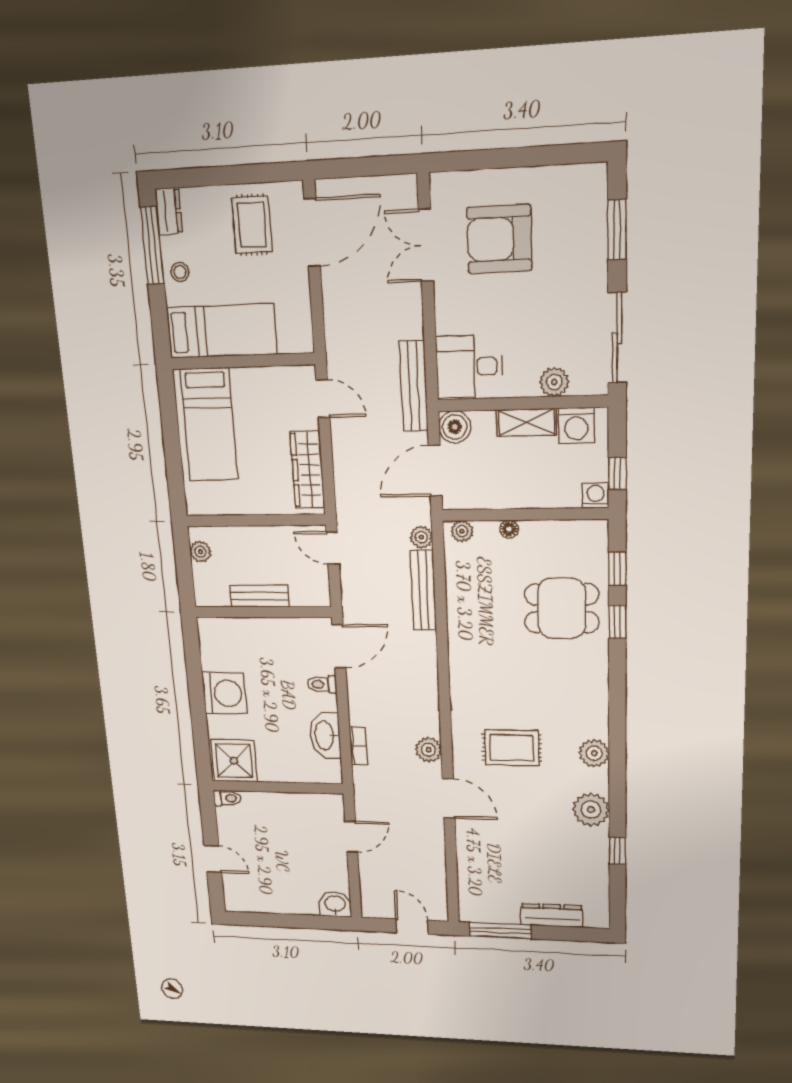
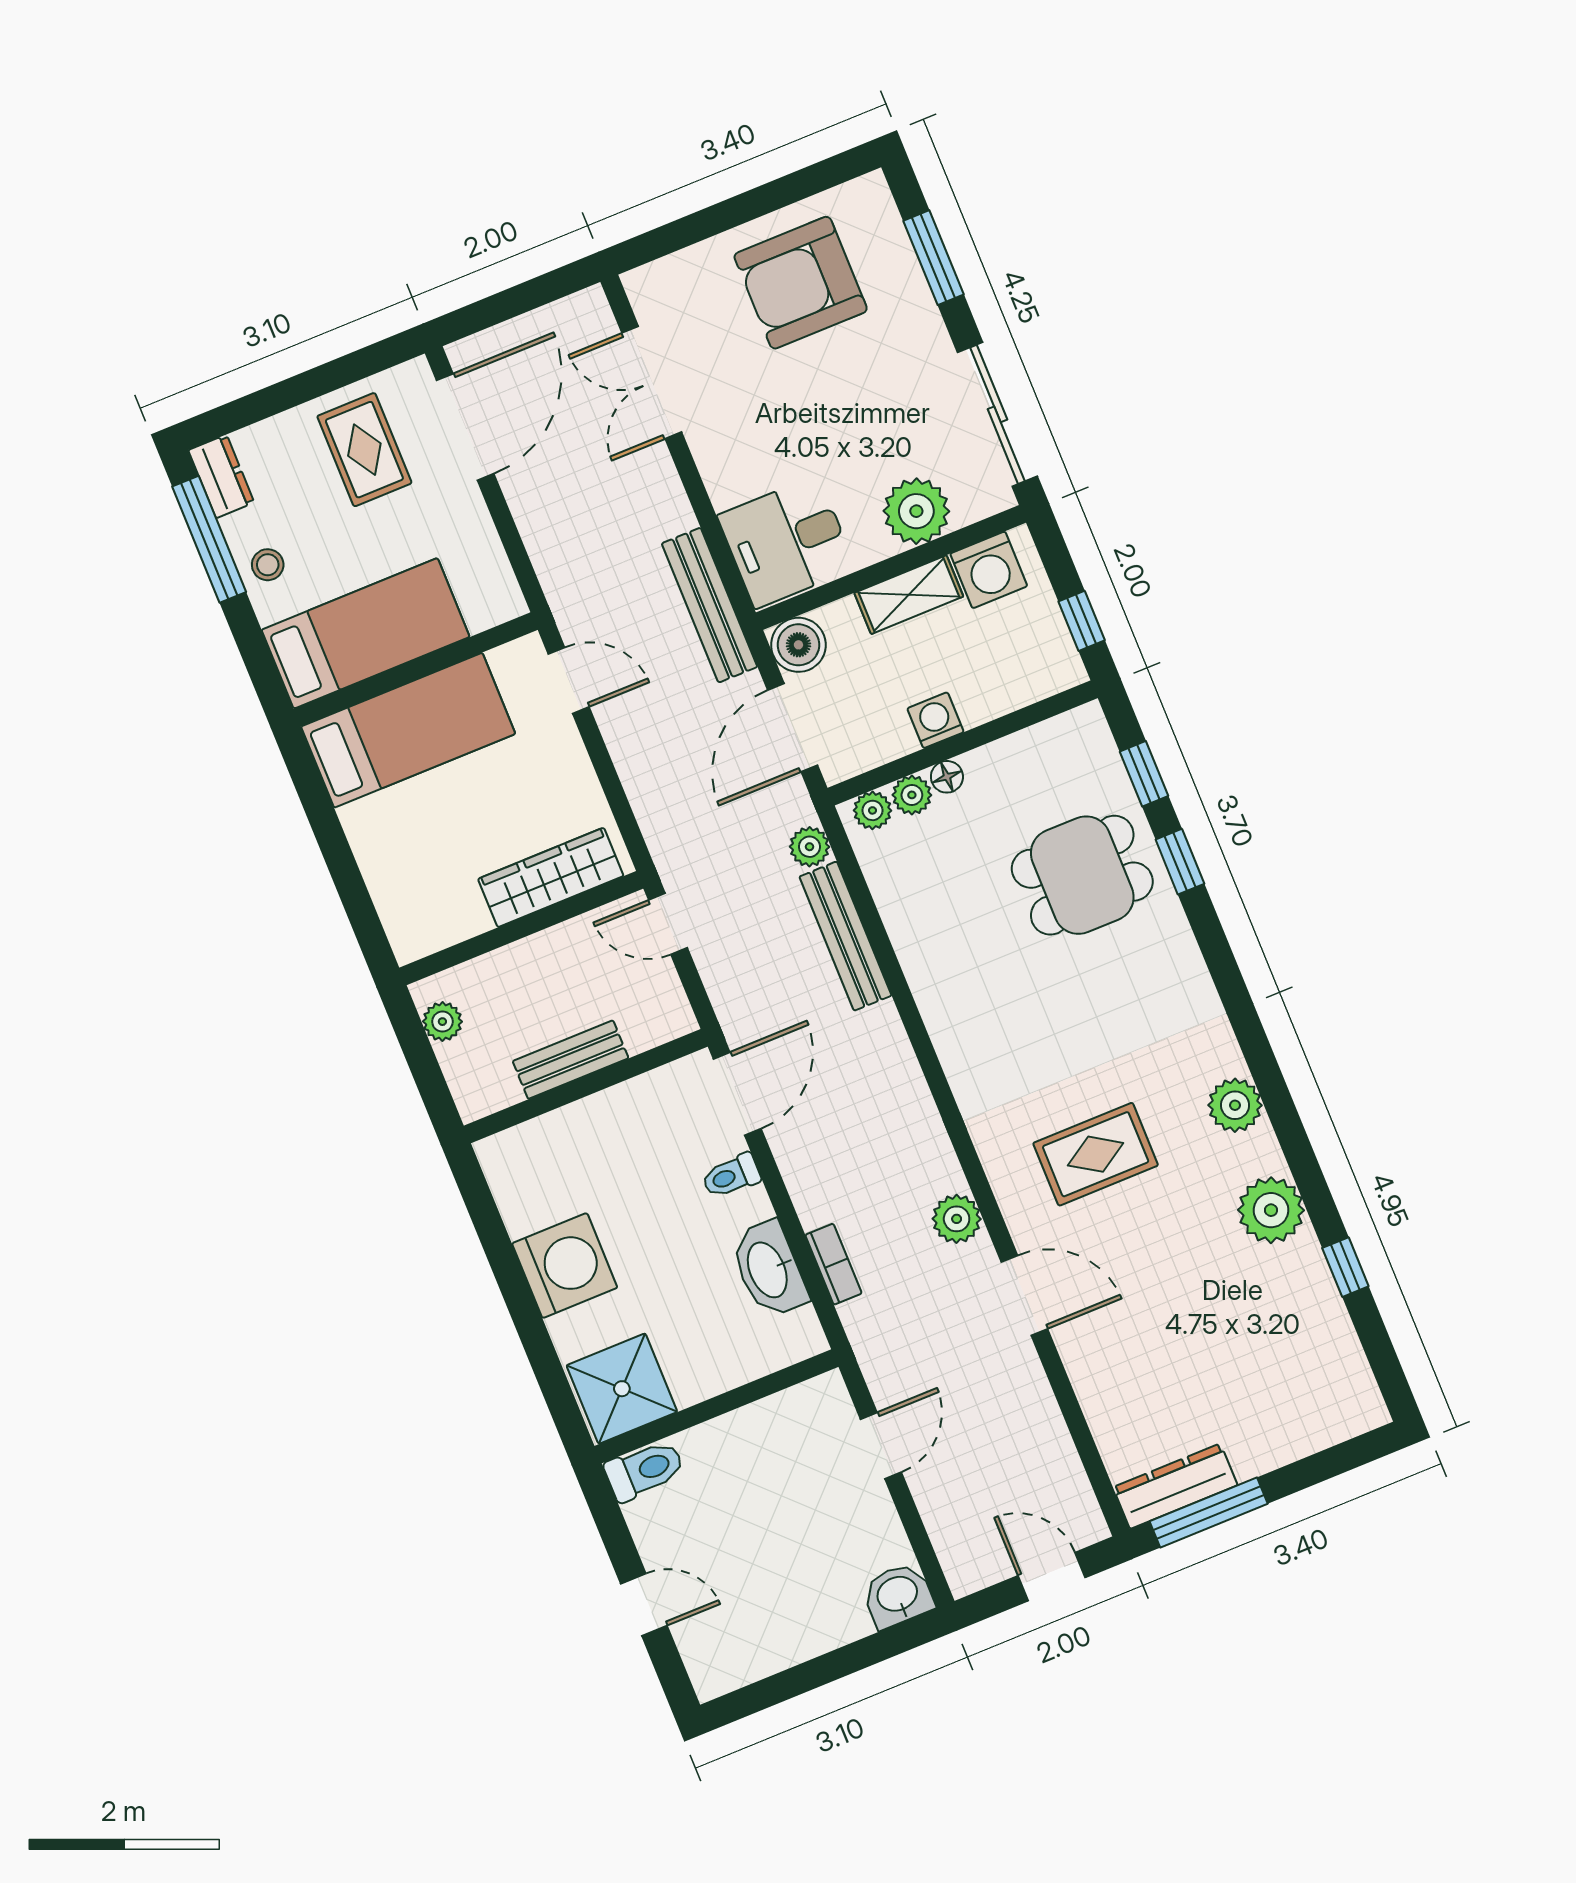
armchair: (499, 239) -> (801, 283), moved
plant: (554, 382) -> (916, 511), width x1.36, depth x1.36
bed: (209, 425) -> (408, 730), moved, turned -90
wardrobe: (308, 470) -> (551, 877), moved, turned 90
washing machine: (596, 495) -> (936, 720), moved
plant: (486, 531) -> (912, 795), added
toilet: (227, 798) -> (644, 1470), width x1.37, depth x1.39
dresser: (552, 915) -> (1175, 1486), moved

